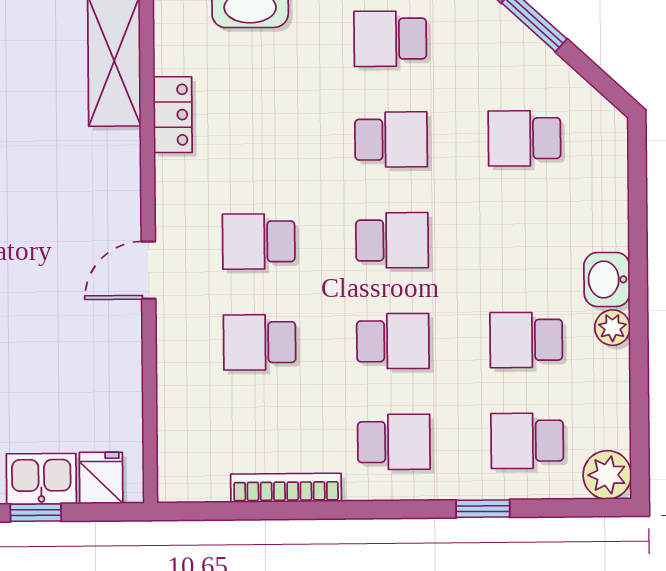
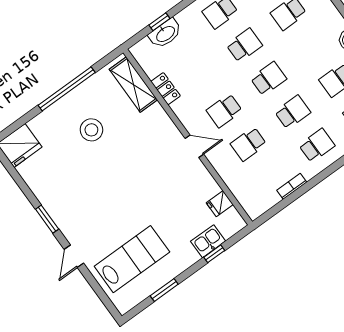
door: (149, 270) -> (194, 146), swing flipped
fridge: (101, 478) -> (220, 204), moved, turned -90
bookcase: (286, 488) -> (292, 186), width x0.64

